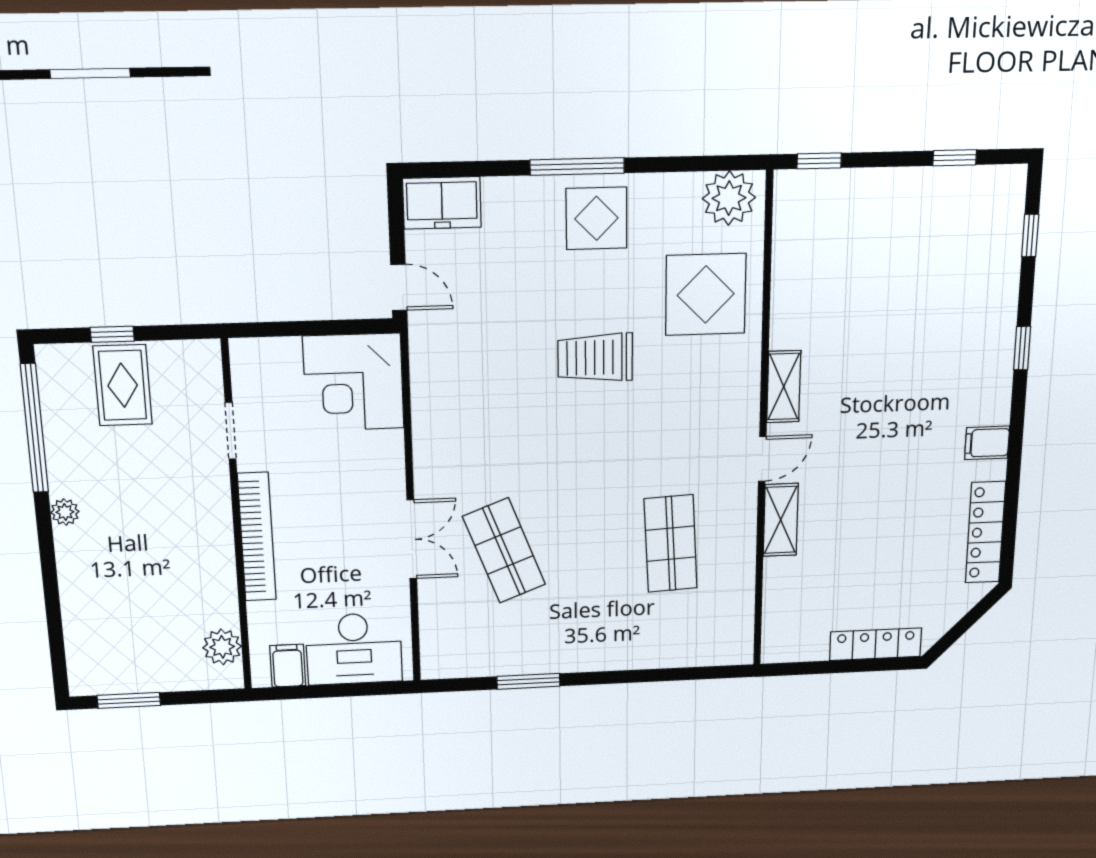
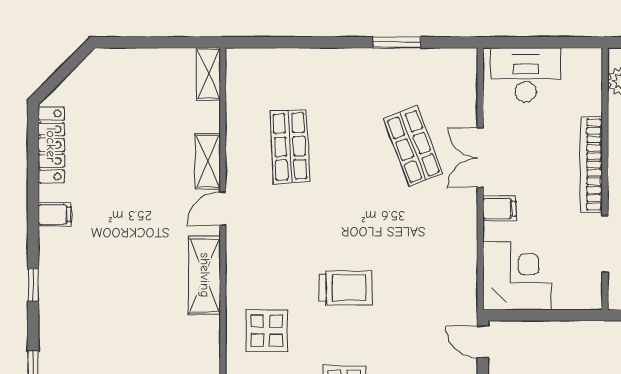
display table: (706, 294) -> (267, 331), width x0.73, depth x0.73
shelving: (784, 387) -> (205, 275), width x1.50, depth x1.33
doorway: (231, 431) -> (605, 244), width x1.38
shelving: (777, 630) -> (208, 74), added
locker: (876, 644) -> (132, 59), removed
filing cabinet: (288, 666) -> (499, 209), moved, turned -90

